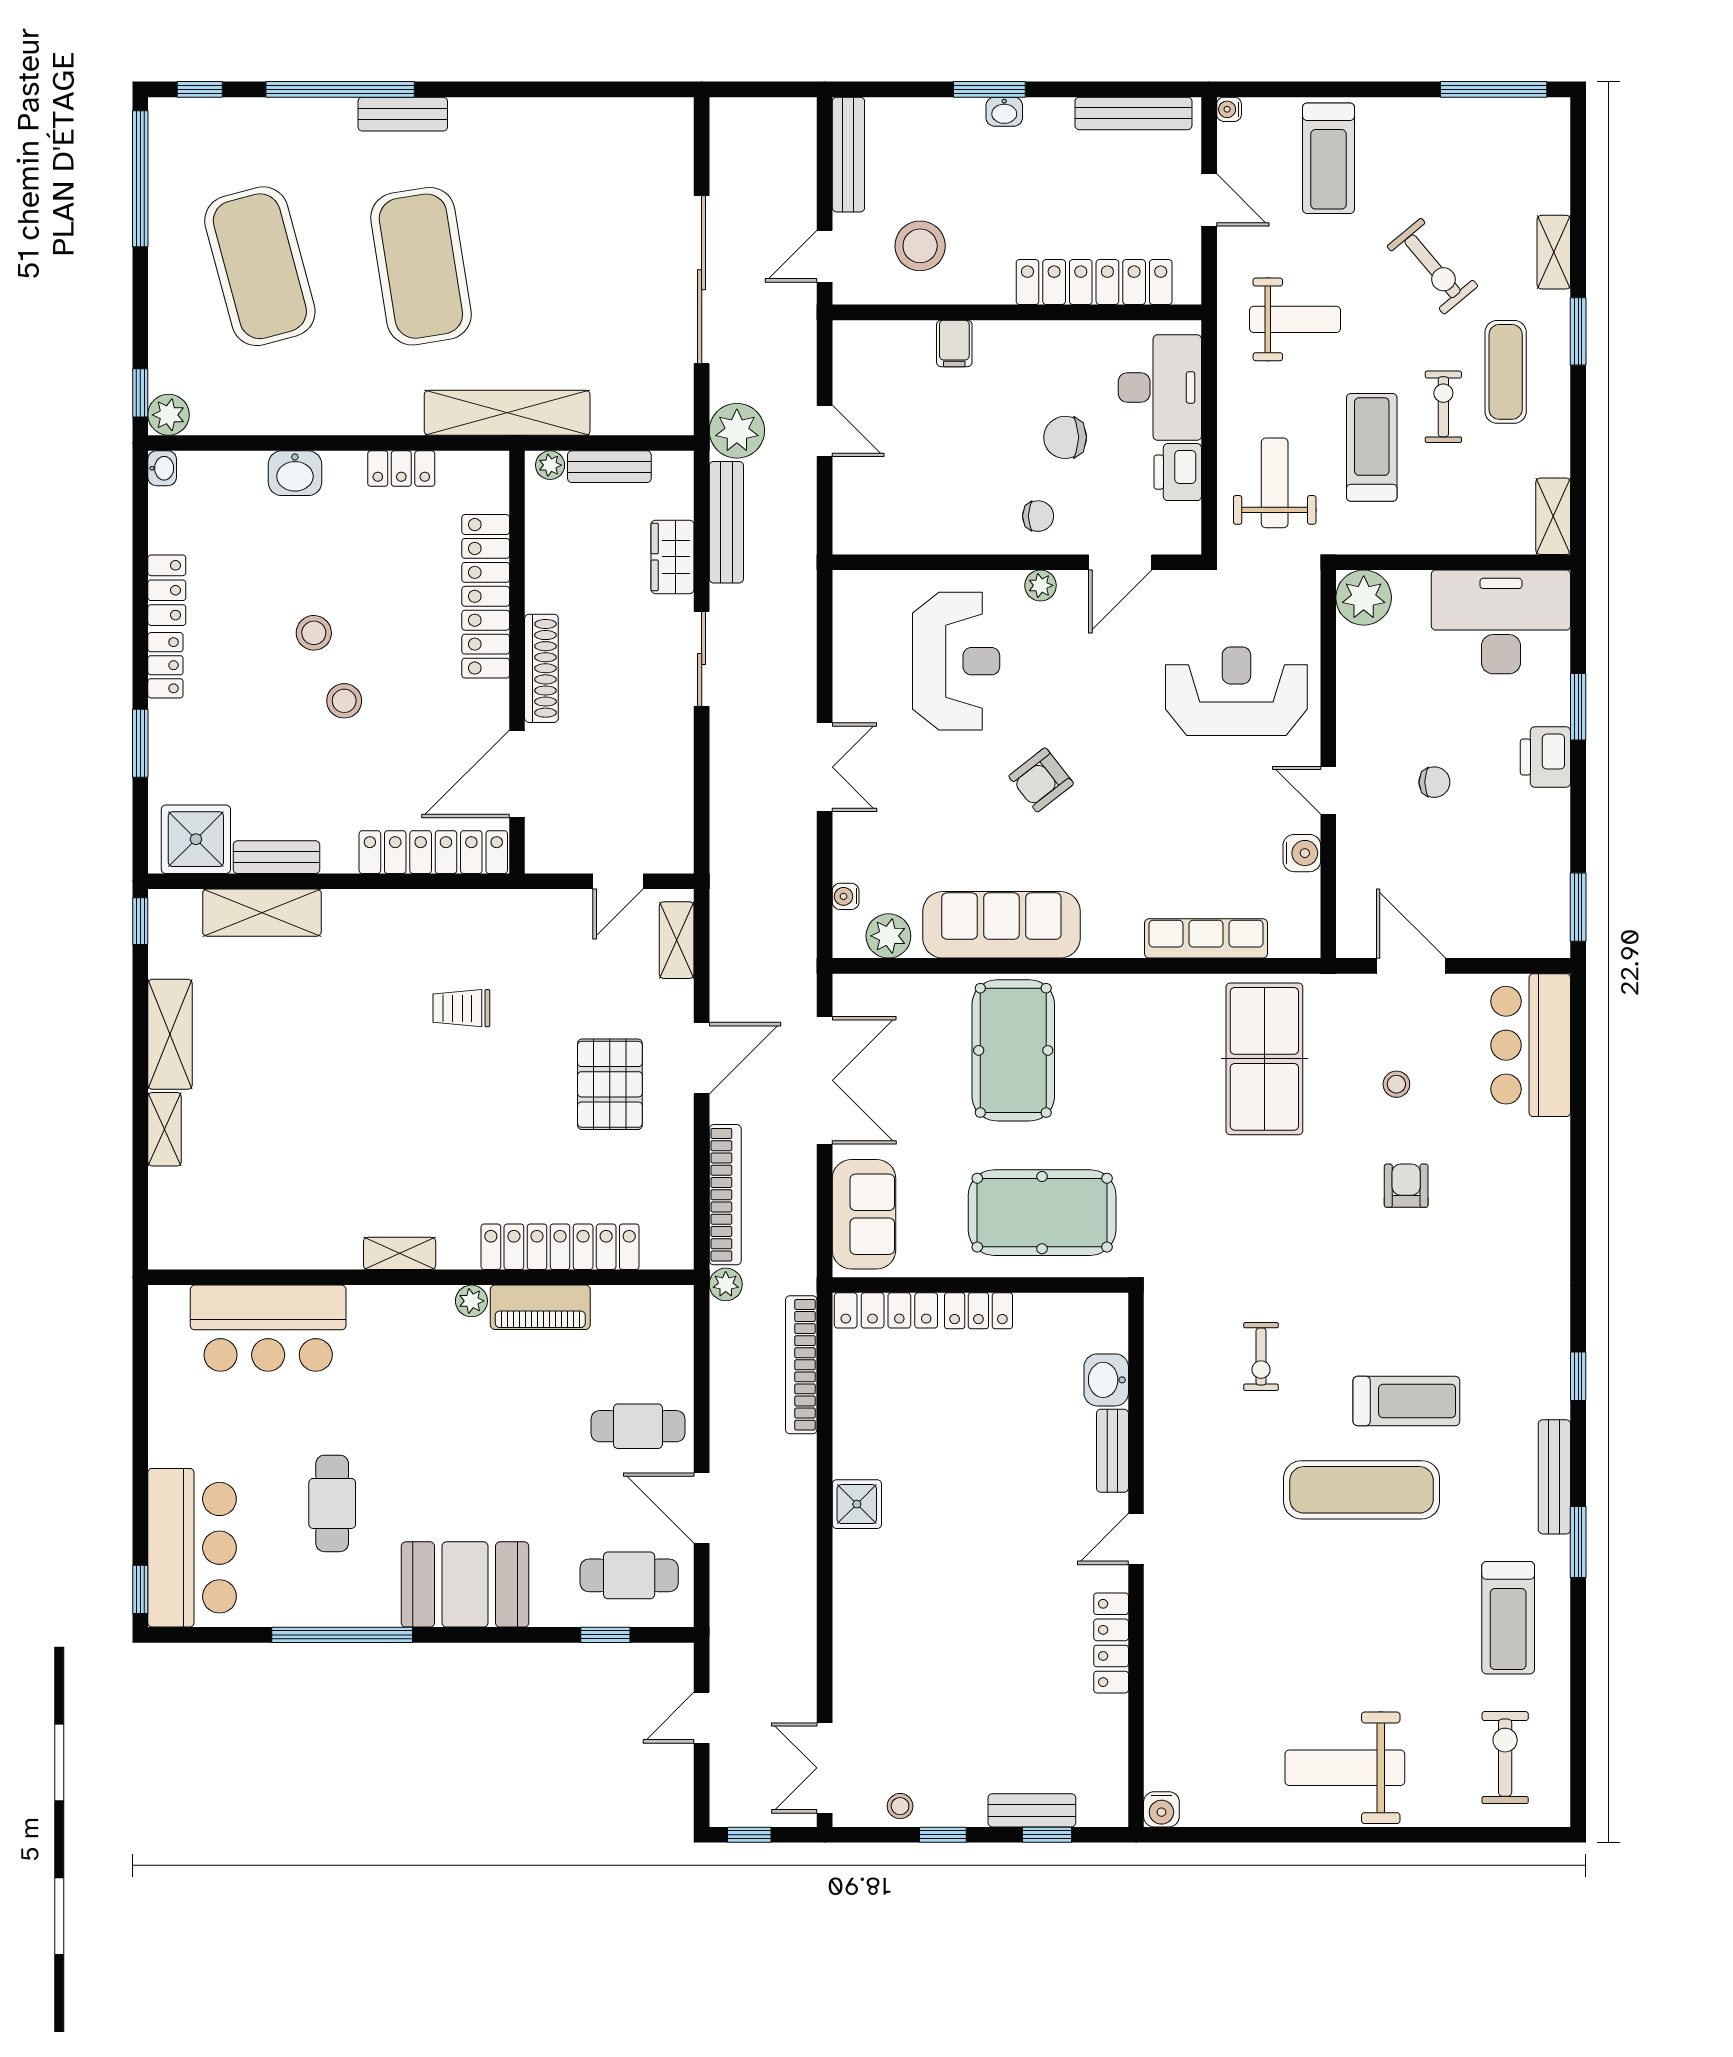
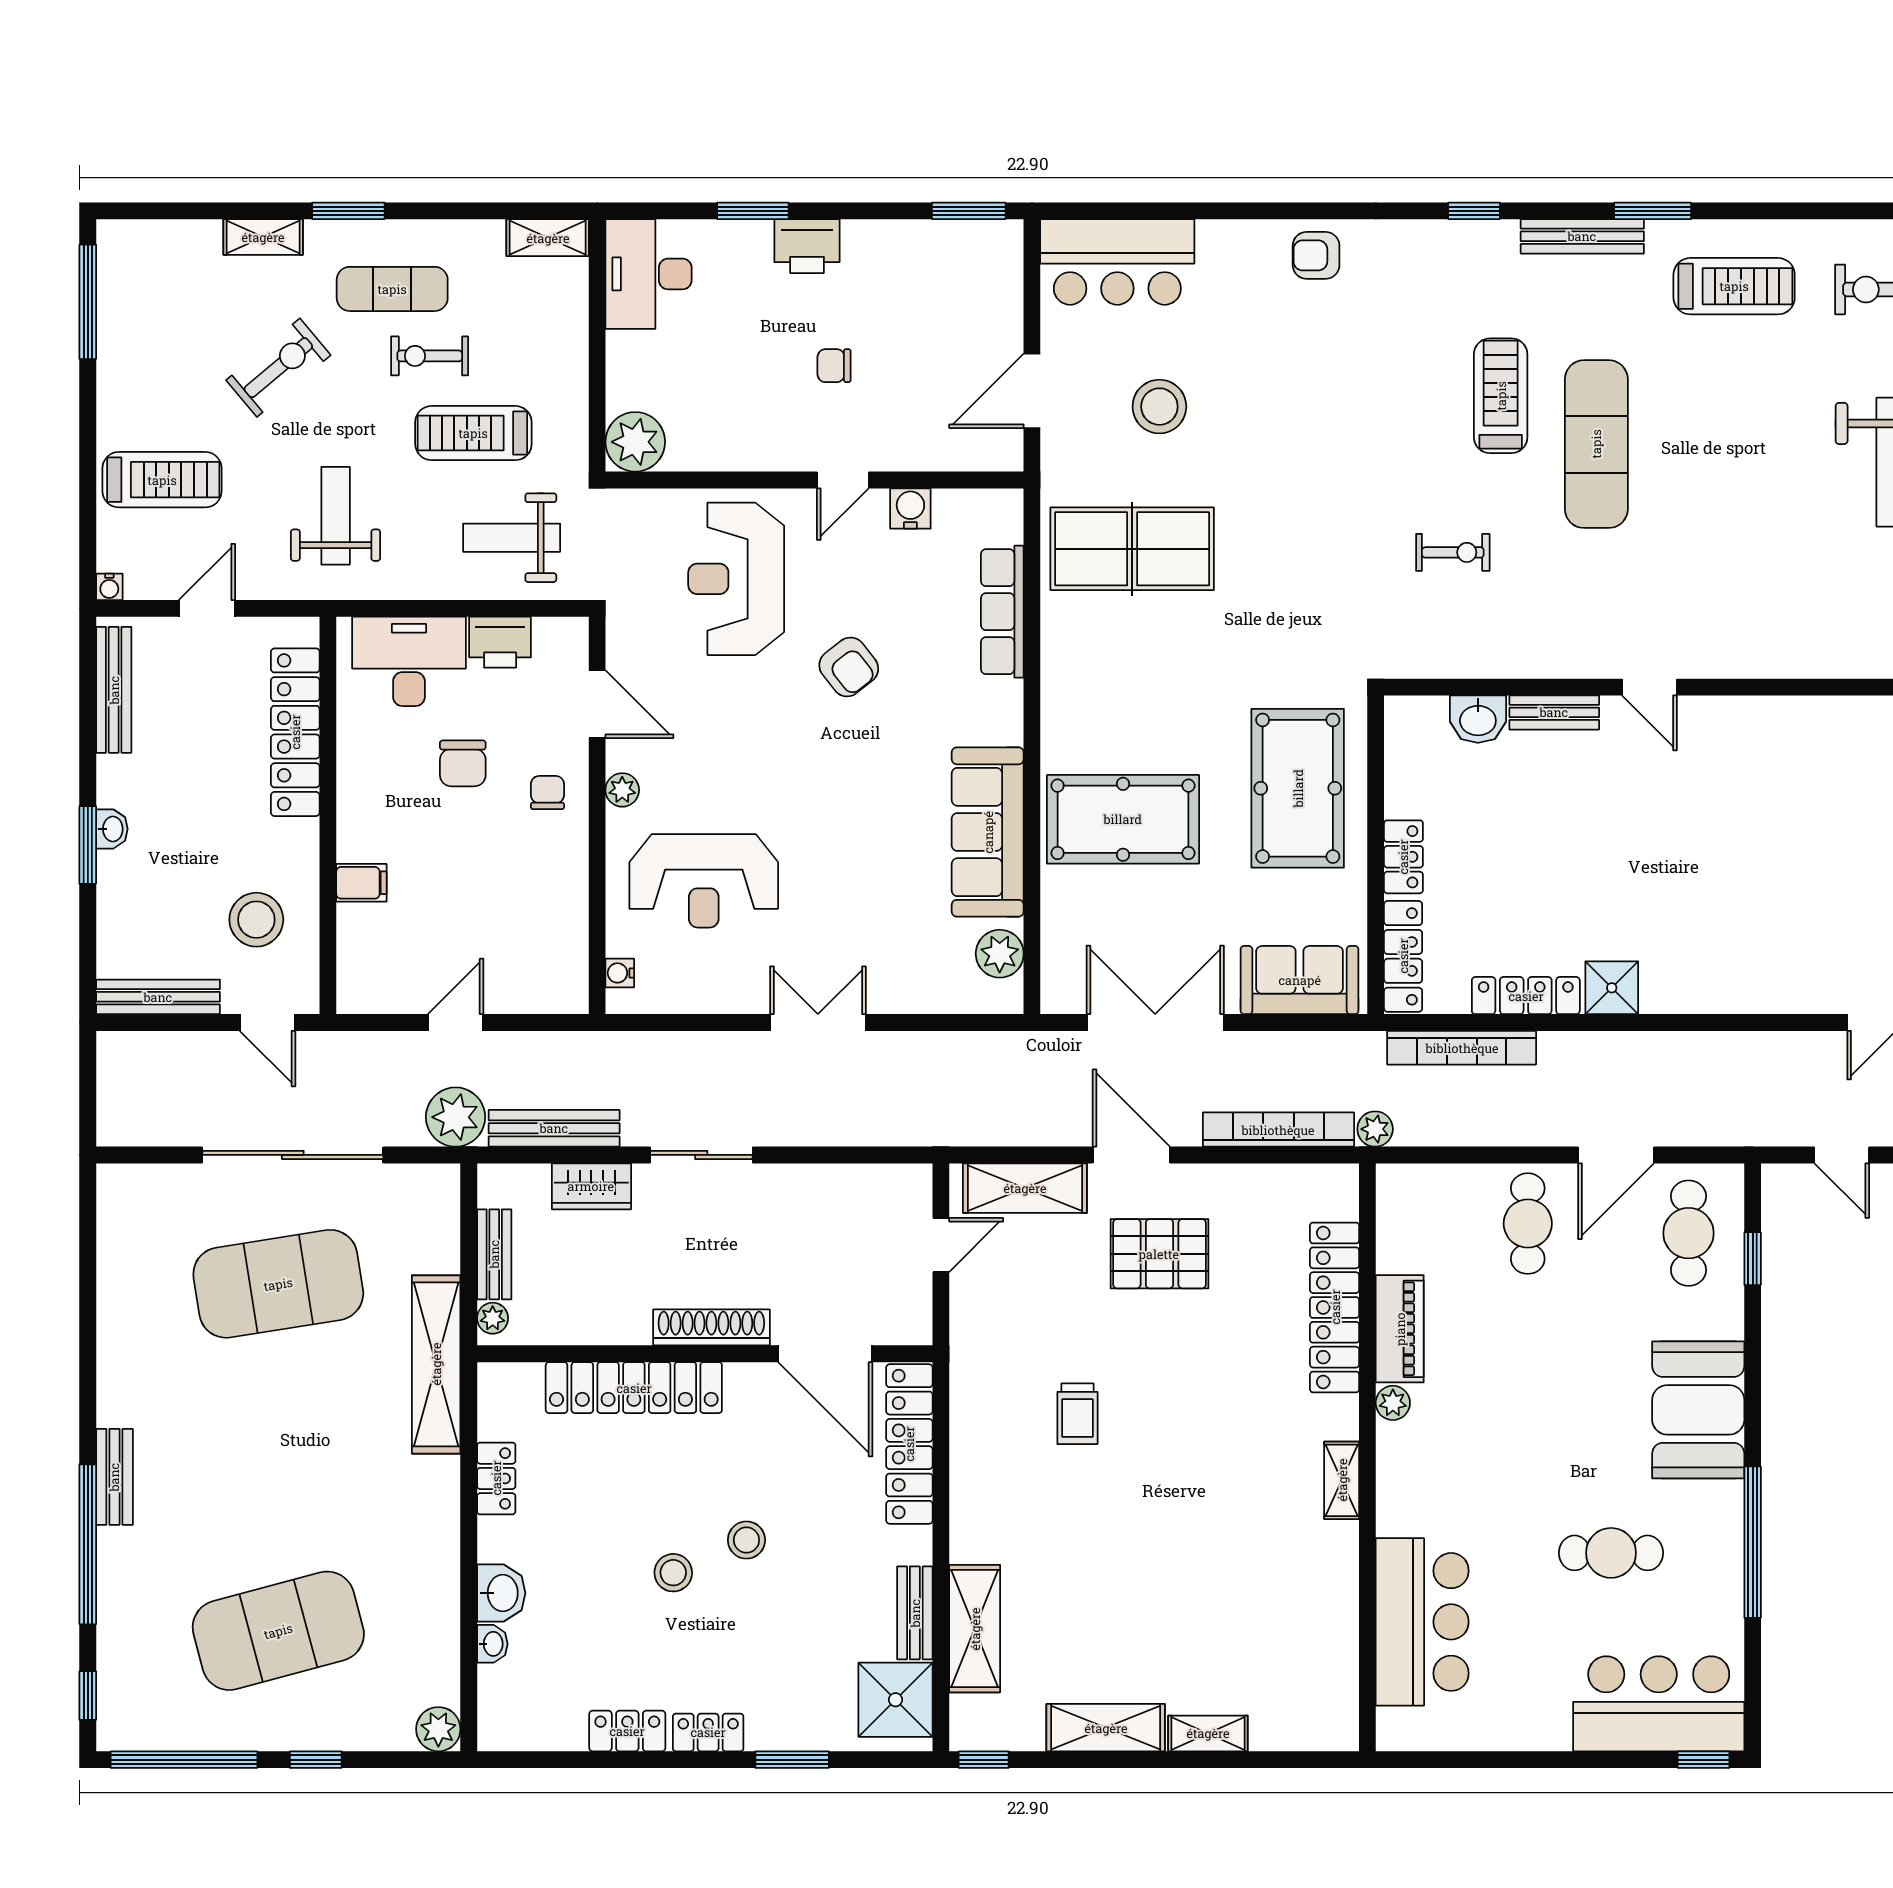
exercise mat: (421, 266) -> (278, 1284), moved
window: (140, 393) -> (316, 1760), moved
washbasin: (162, 468) -> (492, 1644), moved, turned 90
desk: (1501, 622) -> (649, 274), width x0.73, depth x0.77
reception desk: (956, 661) -> (704, 881), turned 180
armchair: (1041, 780) -> (849, 667), moved
chair: (1434, 782) -> (834, 366), turned -90
door: (618, 881) -> (941, 1245), hinge flipped
water cooler: (846, 896) -> (620, 973), moved, turned 90
shelving: (677, 940) -> (1025, 1188), width x1.50, depth x1.33
stool: (1396, 1084) -> (1159, 407), width x1.89, depth x1.89
armchair: (1406, 1186) -> (1316, 255), moved
locker: (1111, 1643) -> (1526, 996), moved, turned 180

